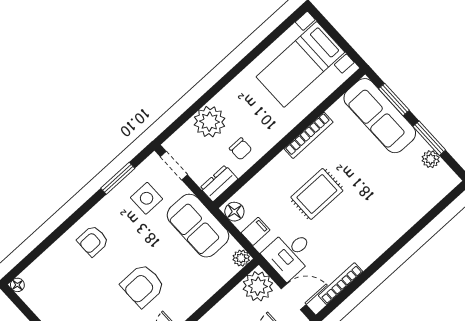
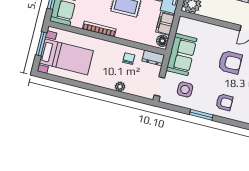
window: (341, 42) -> (41, 44), added
plant: (210, 122) -> (120, 87), width x0.53, depth x0.53
window: (118, 178) -> (201, 115), moved
filing cabinet: (256, 231) -> (165, 24), width x2.00
plant: (241, 258) -> (183, 22), removed

